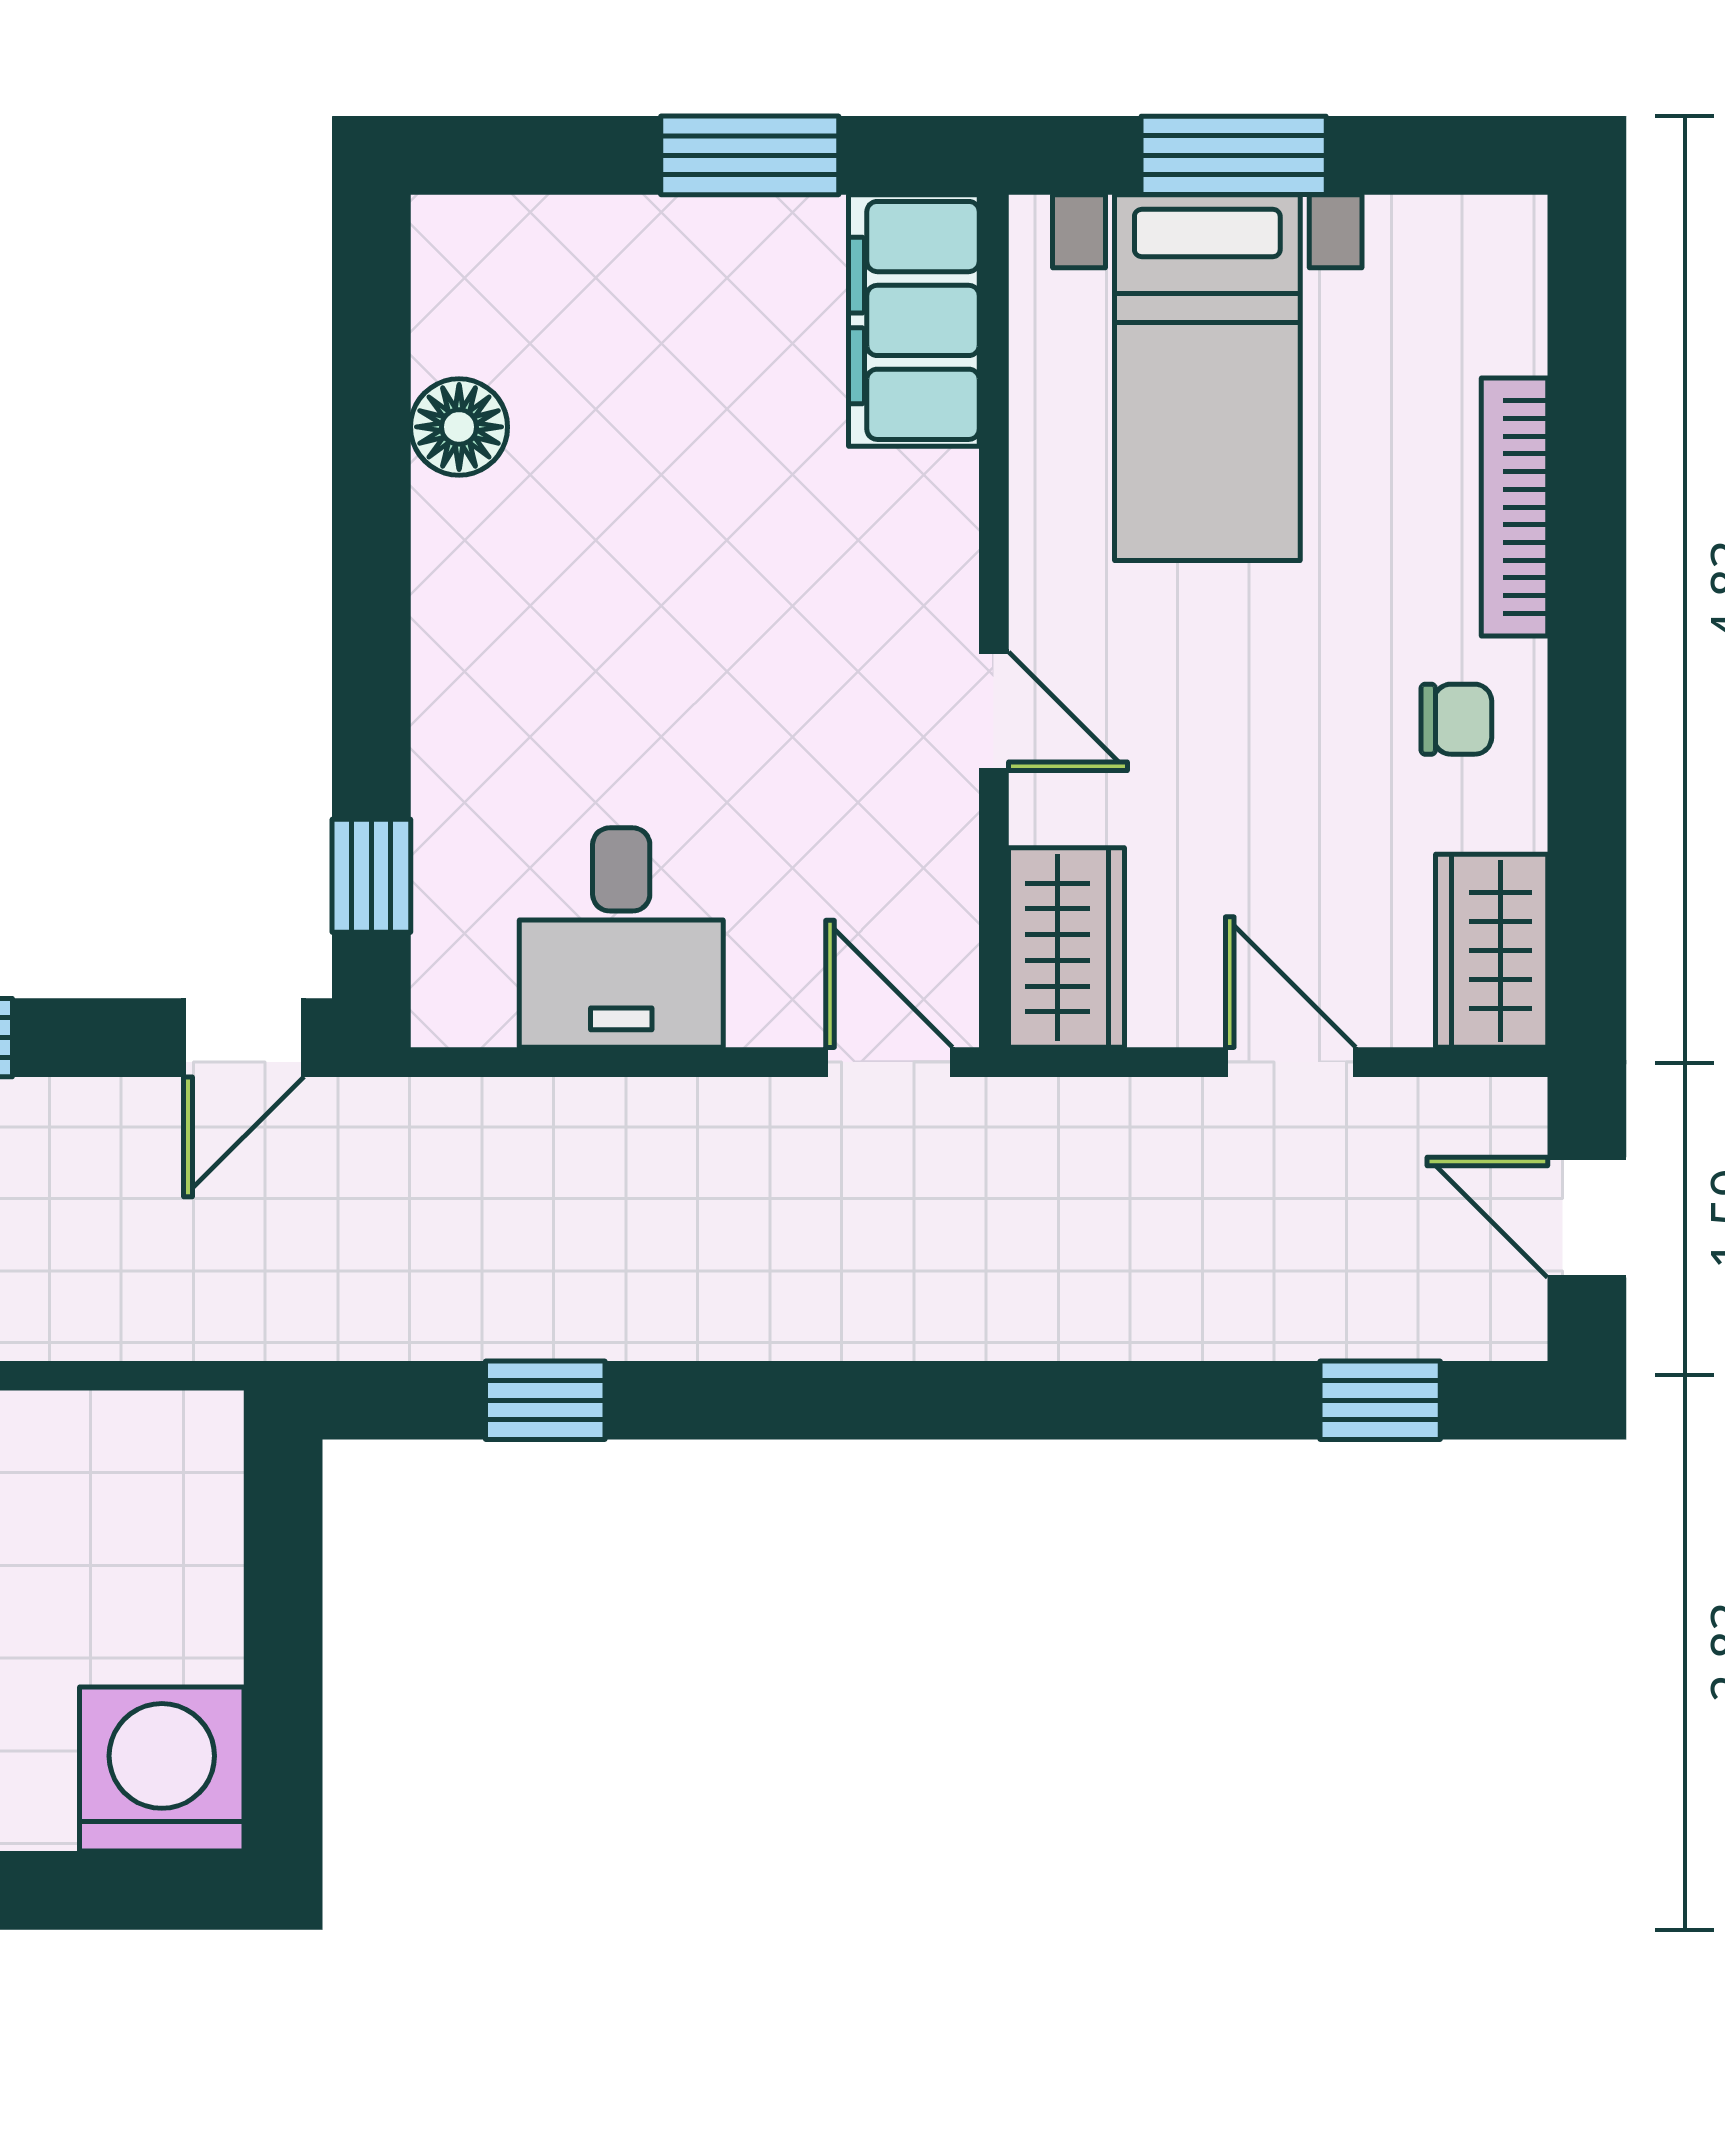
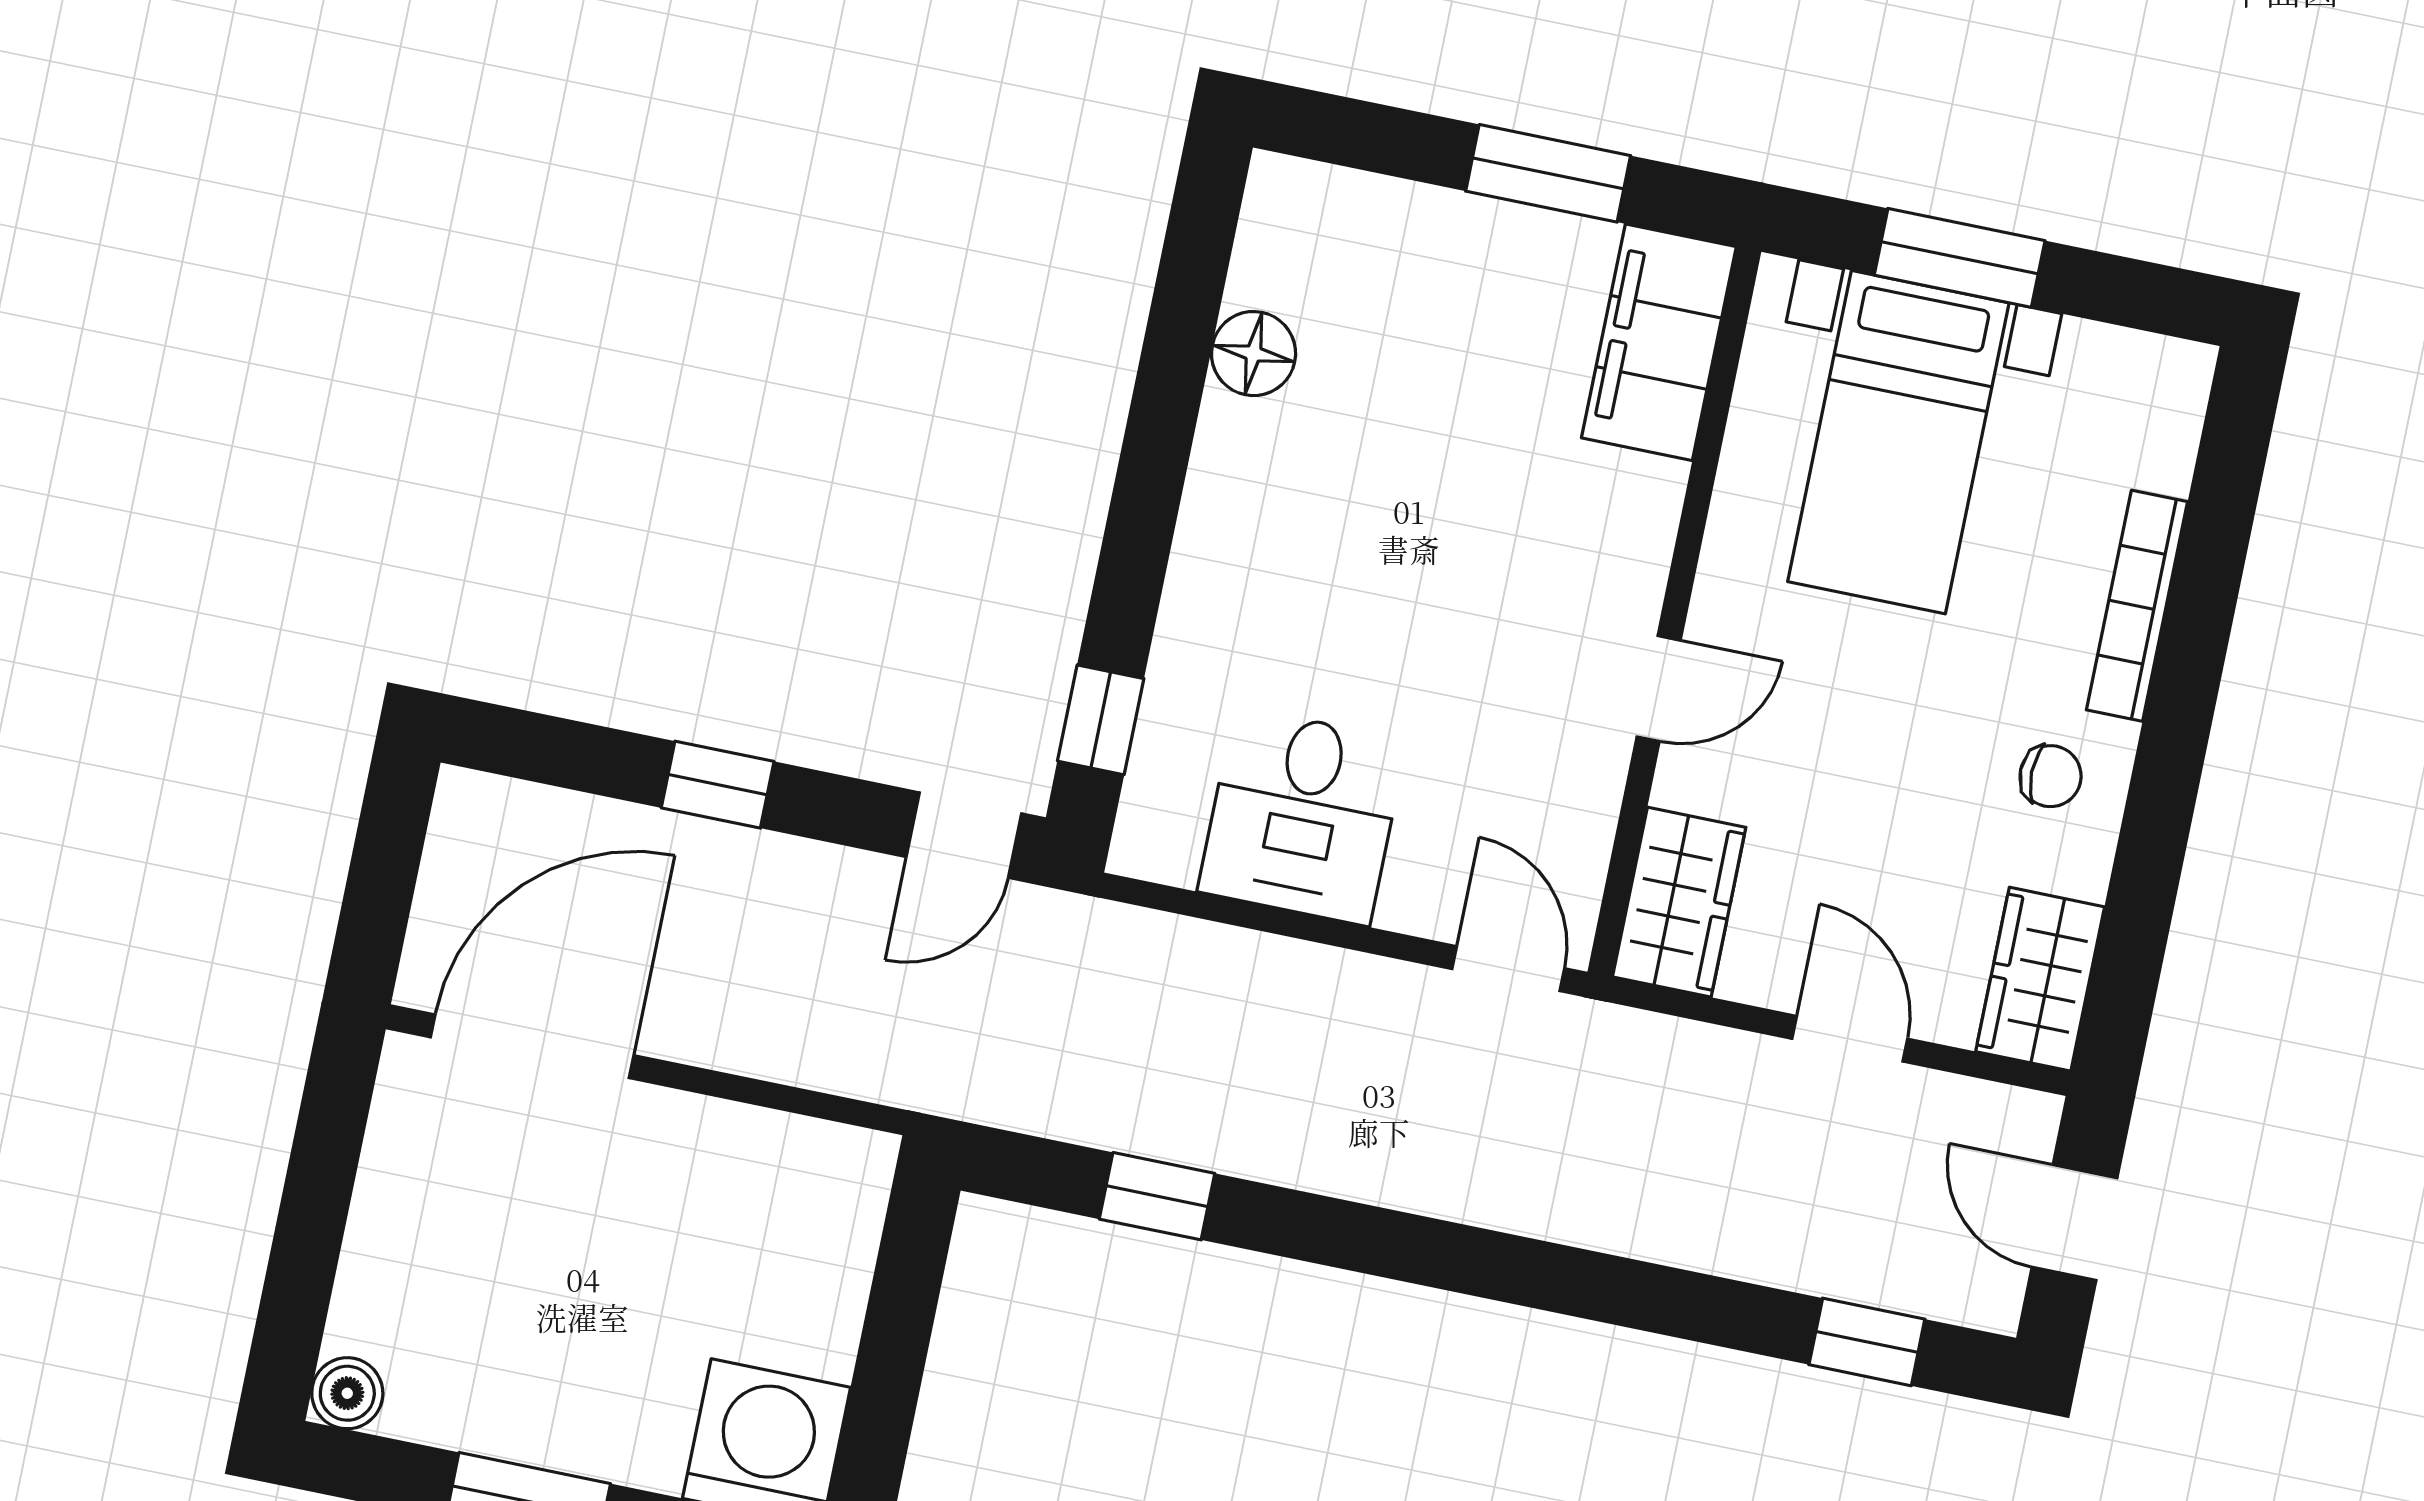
door: (994, 711) -> (1659, 689), hinge flipped

